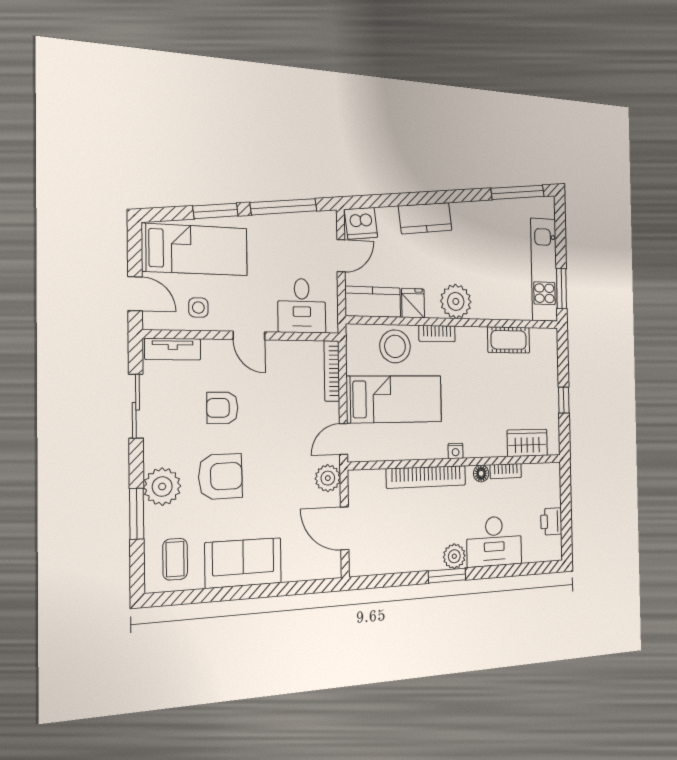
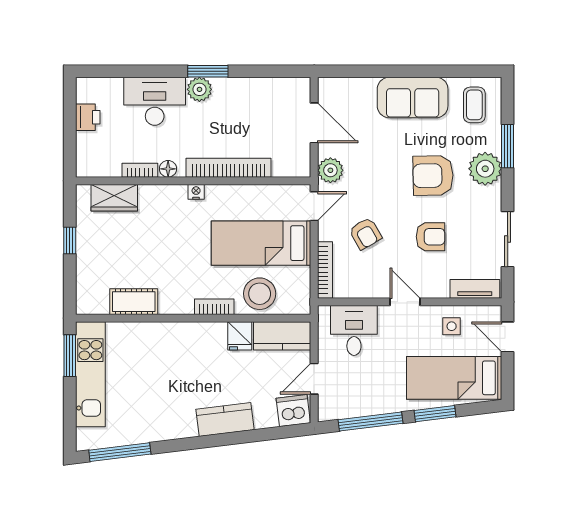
plant: (456, 301) -> (193, 339), removed
armchair: (291, 410) -> (365, 234), added

